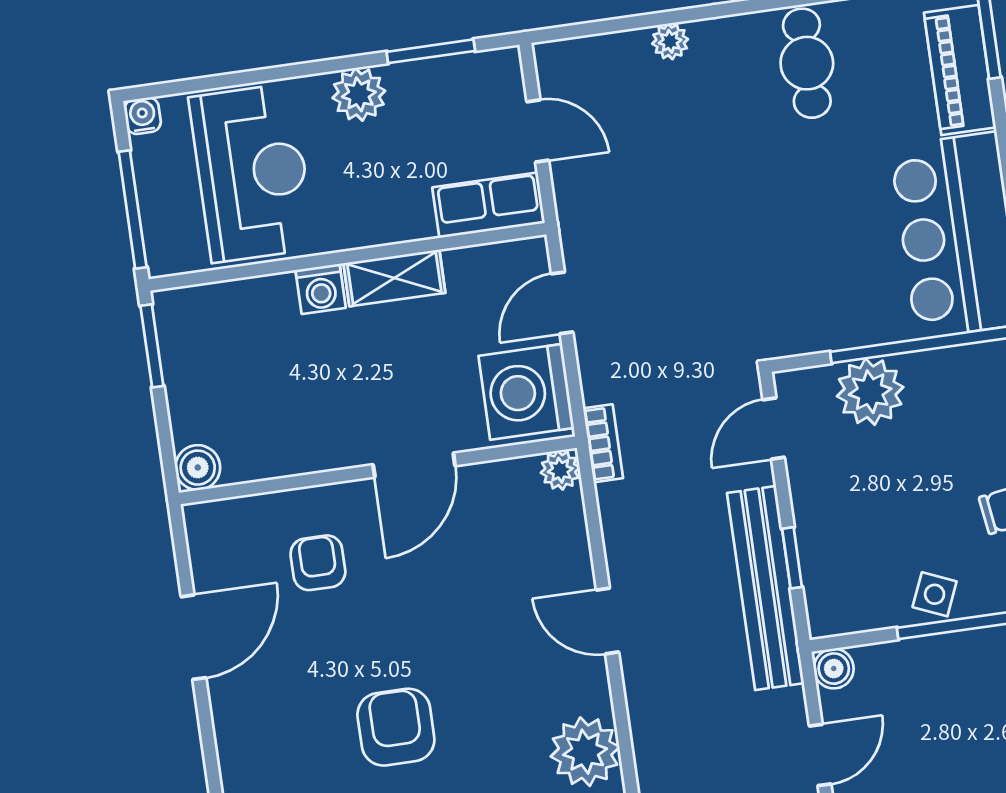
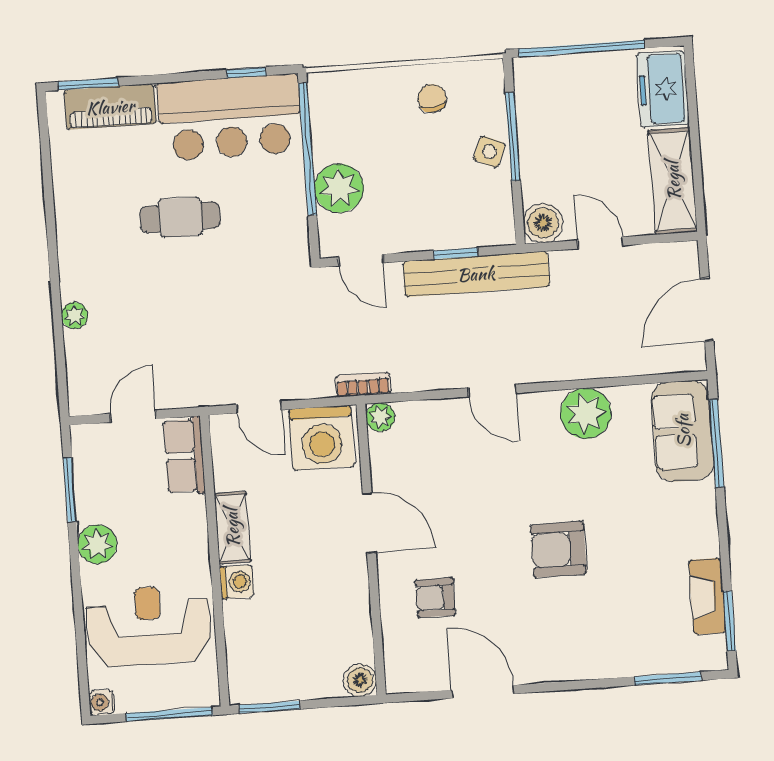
cafe table: (807, 63) -> (180, 217), moved
door: (607, 621) -> (492, 390), hinge flipped
boiler: (834, 669) -> (543, 223), width x1.36, depth x1.36

